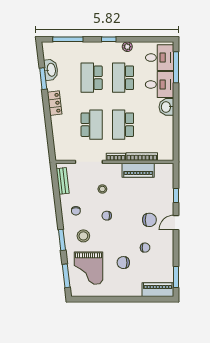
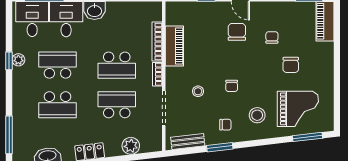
window: (109, 39) -> (9, 61), moved
school desk: (123, 78) -> (58, 65), turned 180
plant: (59, 136) -> (131, 146), added
window: (62, 240) -> (220, 147), moved

